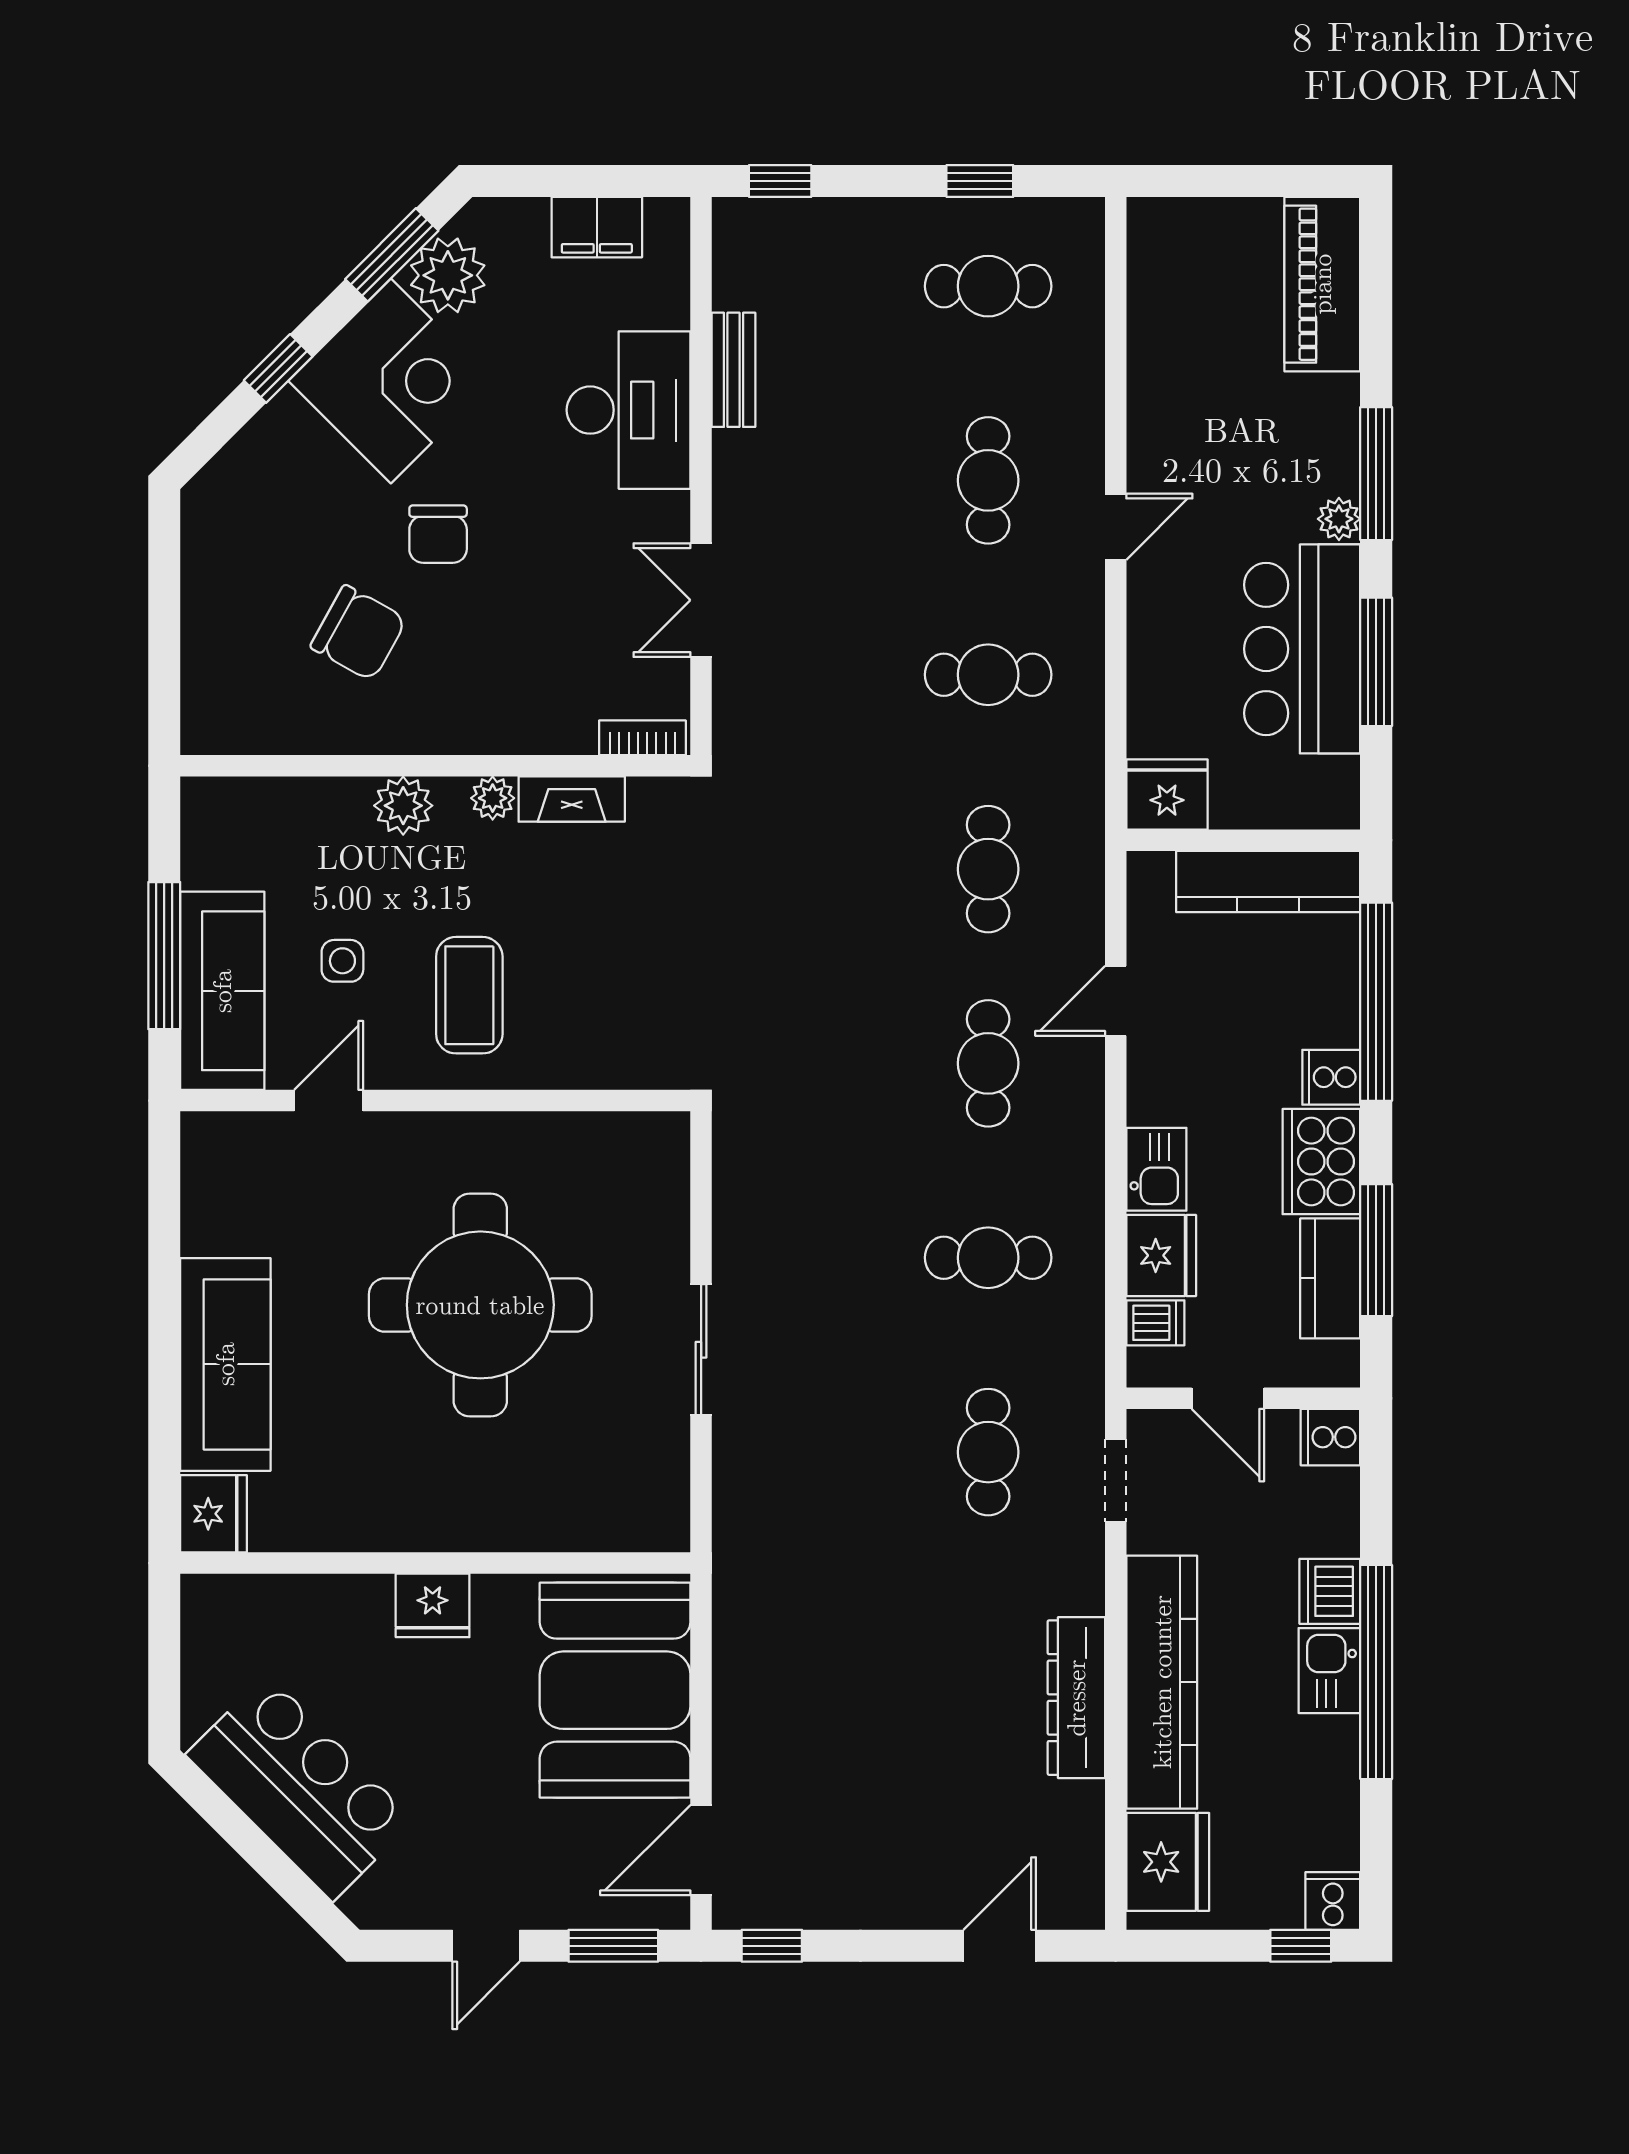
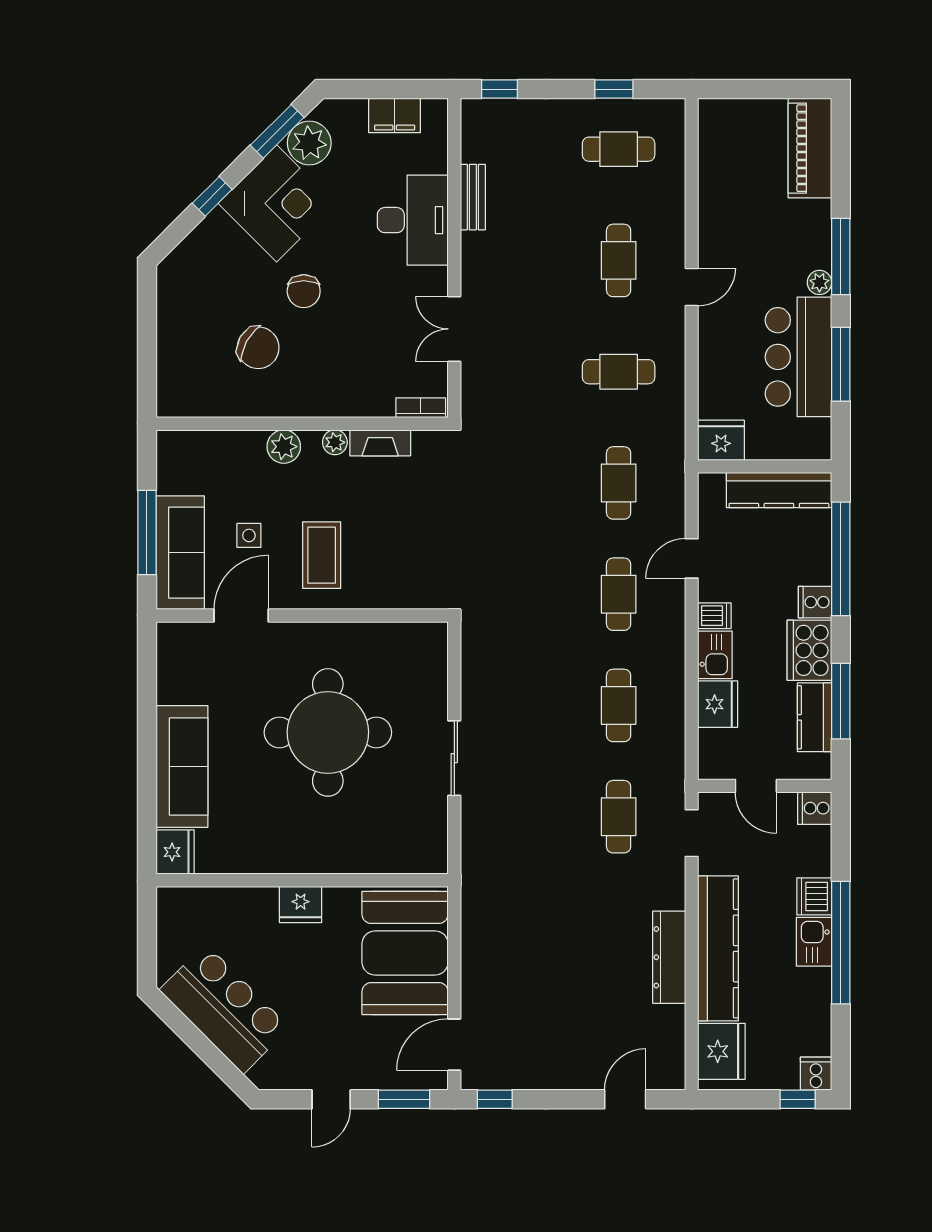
door: (329, 1101) -> (241, 615), width x1.38
cafe table: (988, 1258) -> (619, 705), turned 90
dishwasher: (1155, 1323) -> (714, 616), moved

